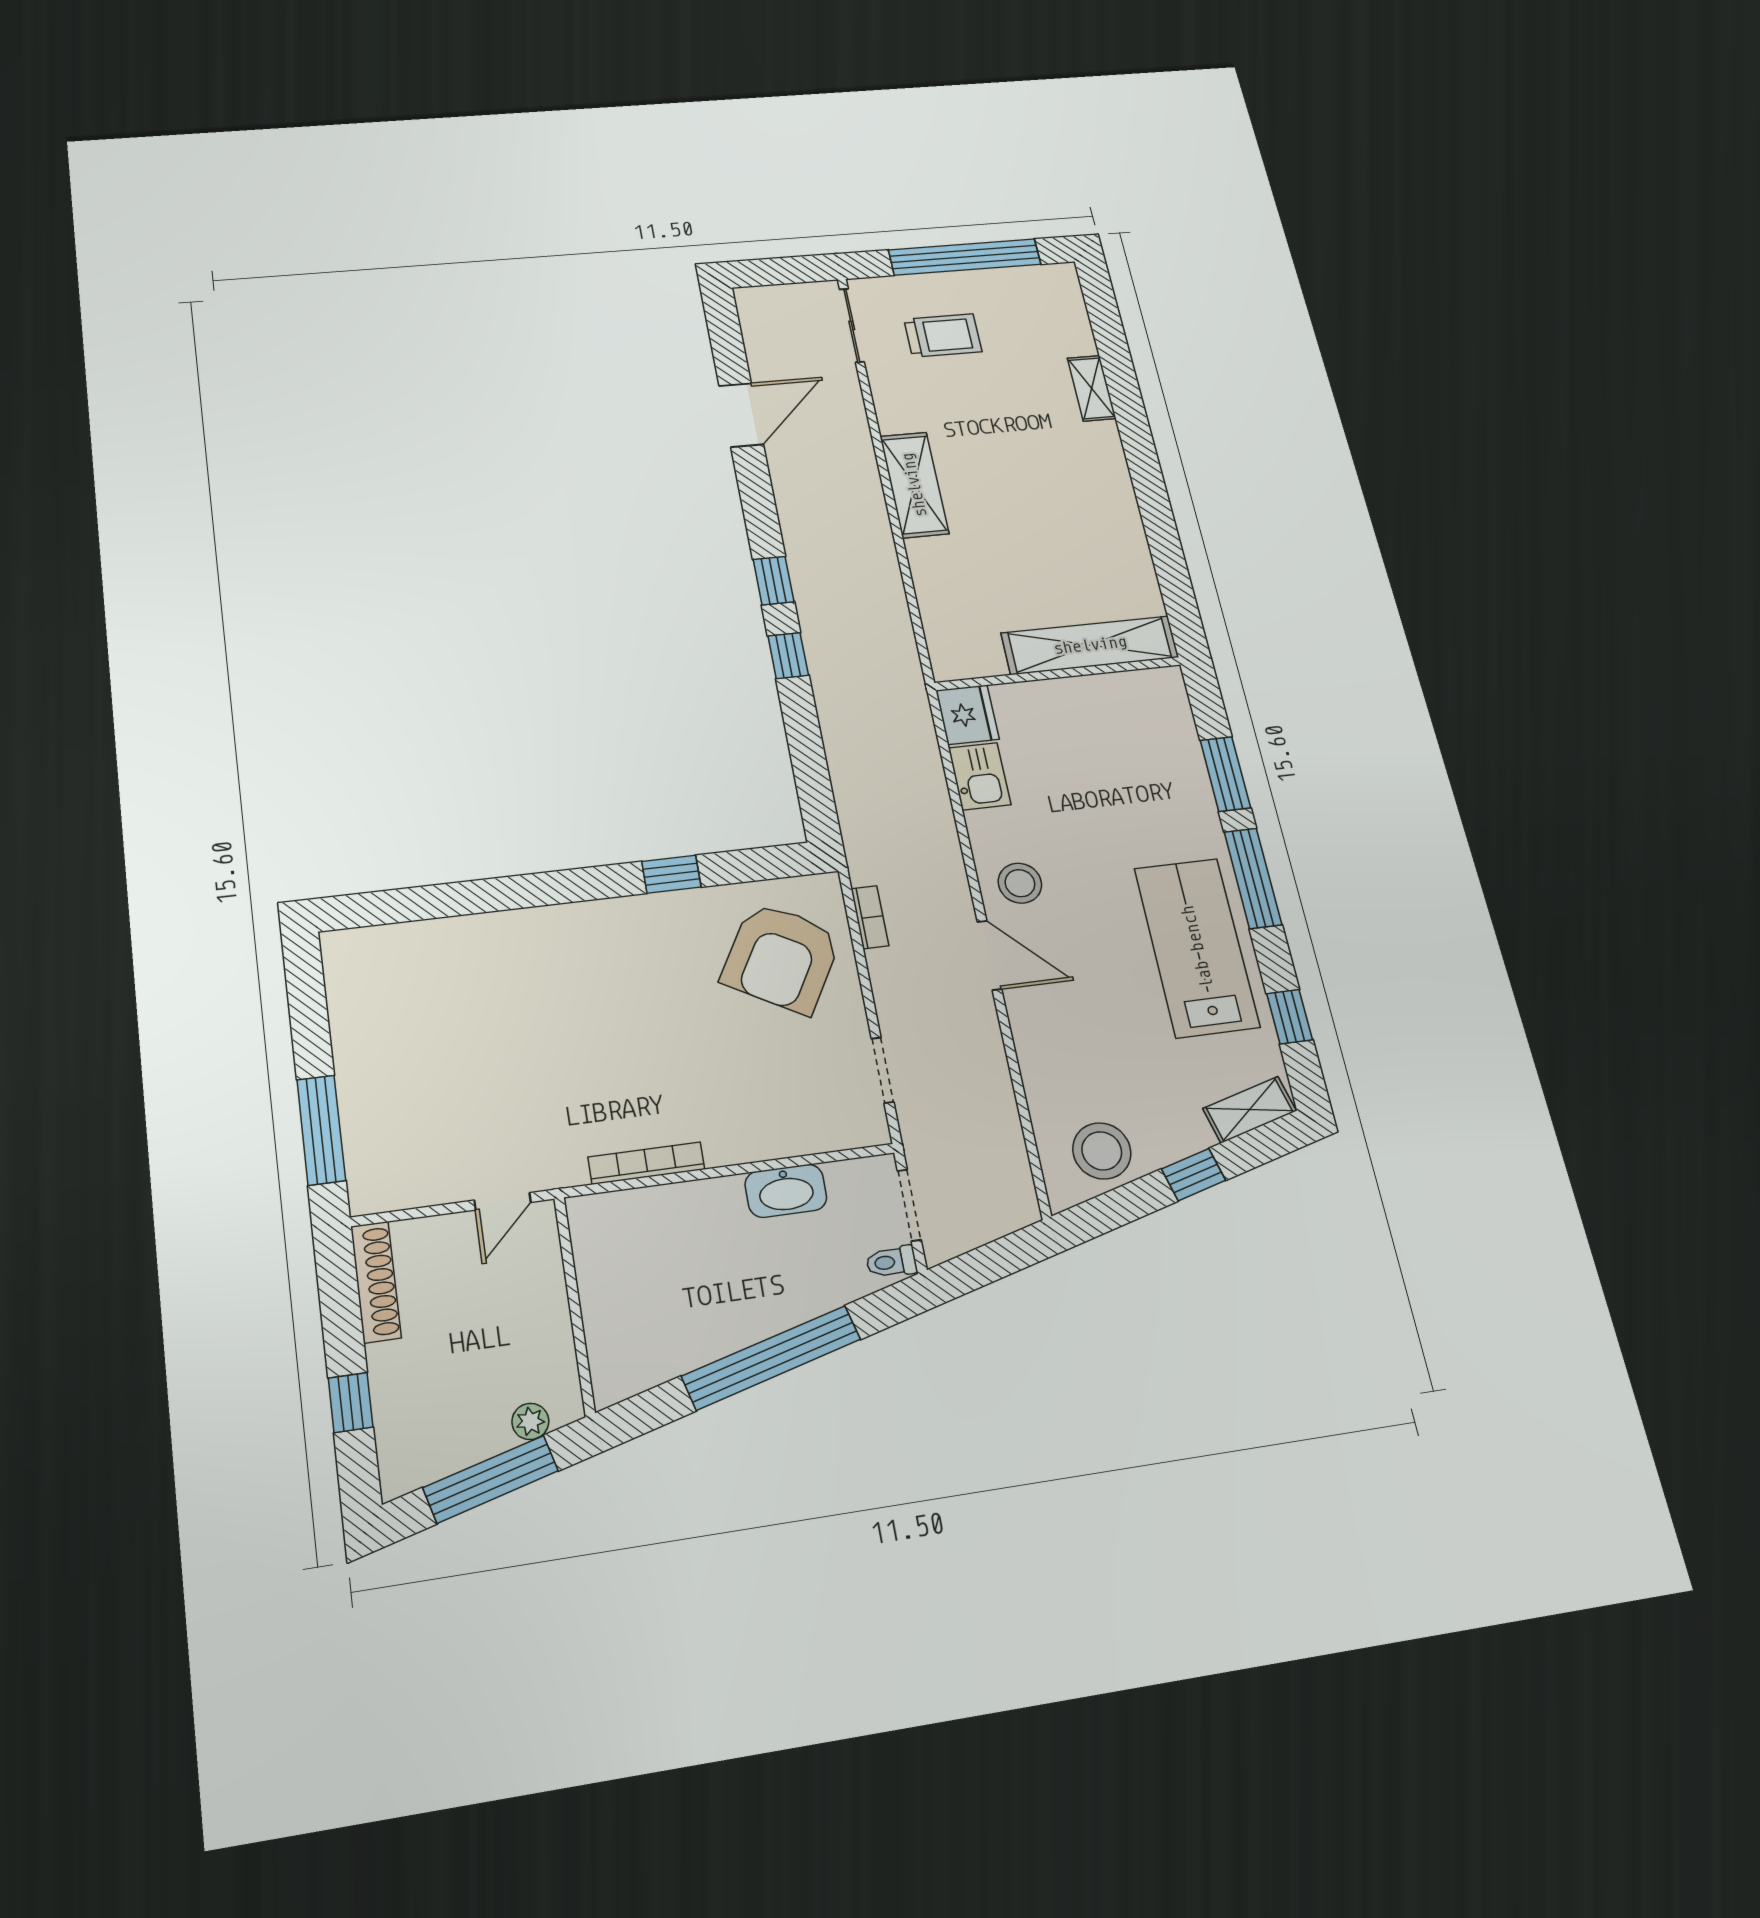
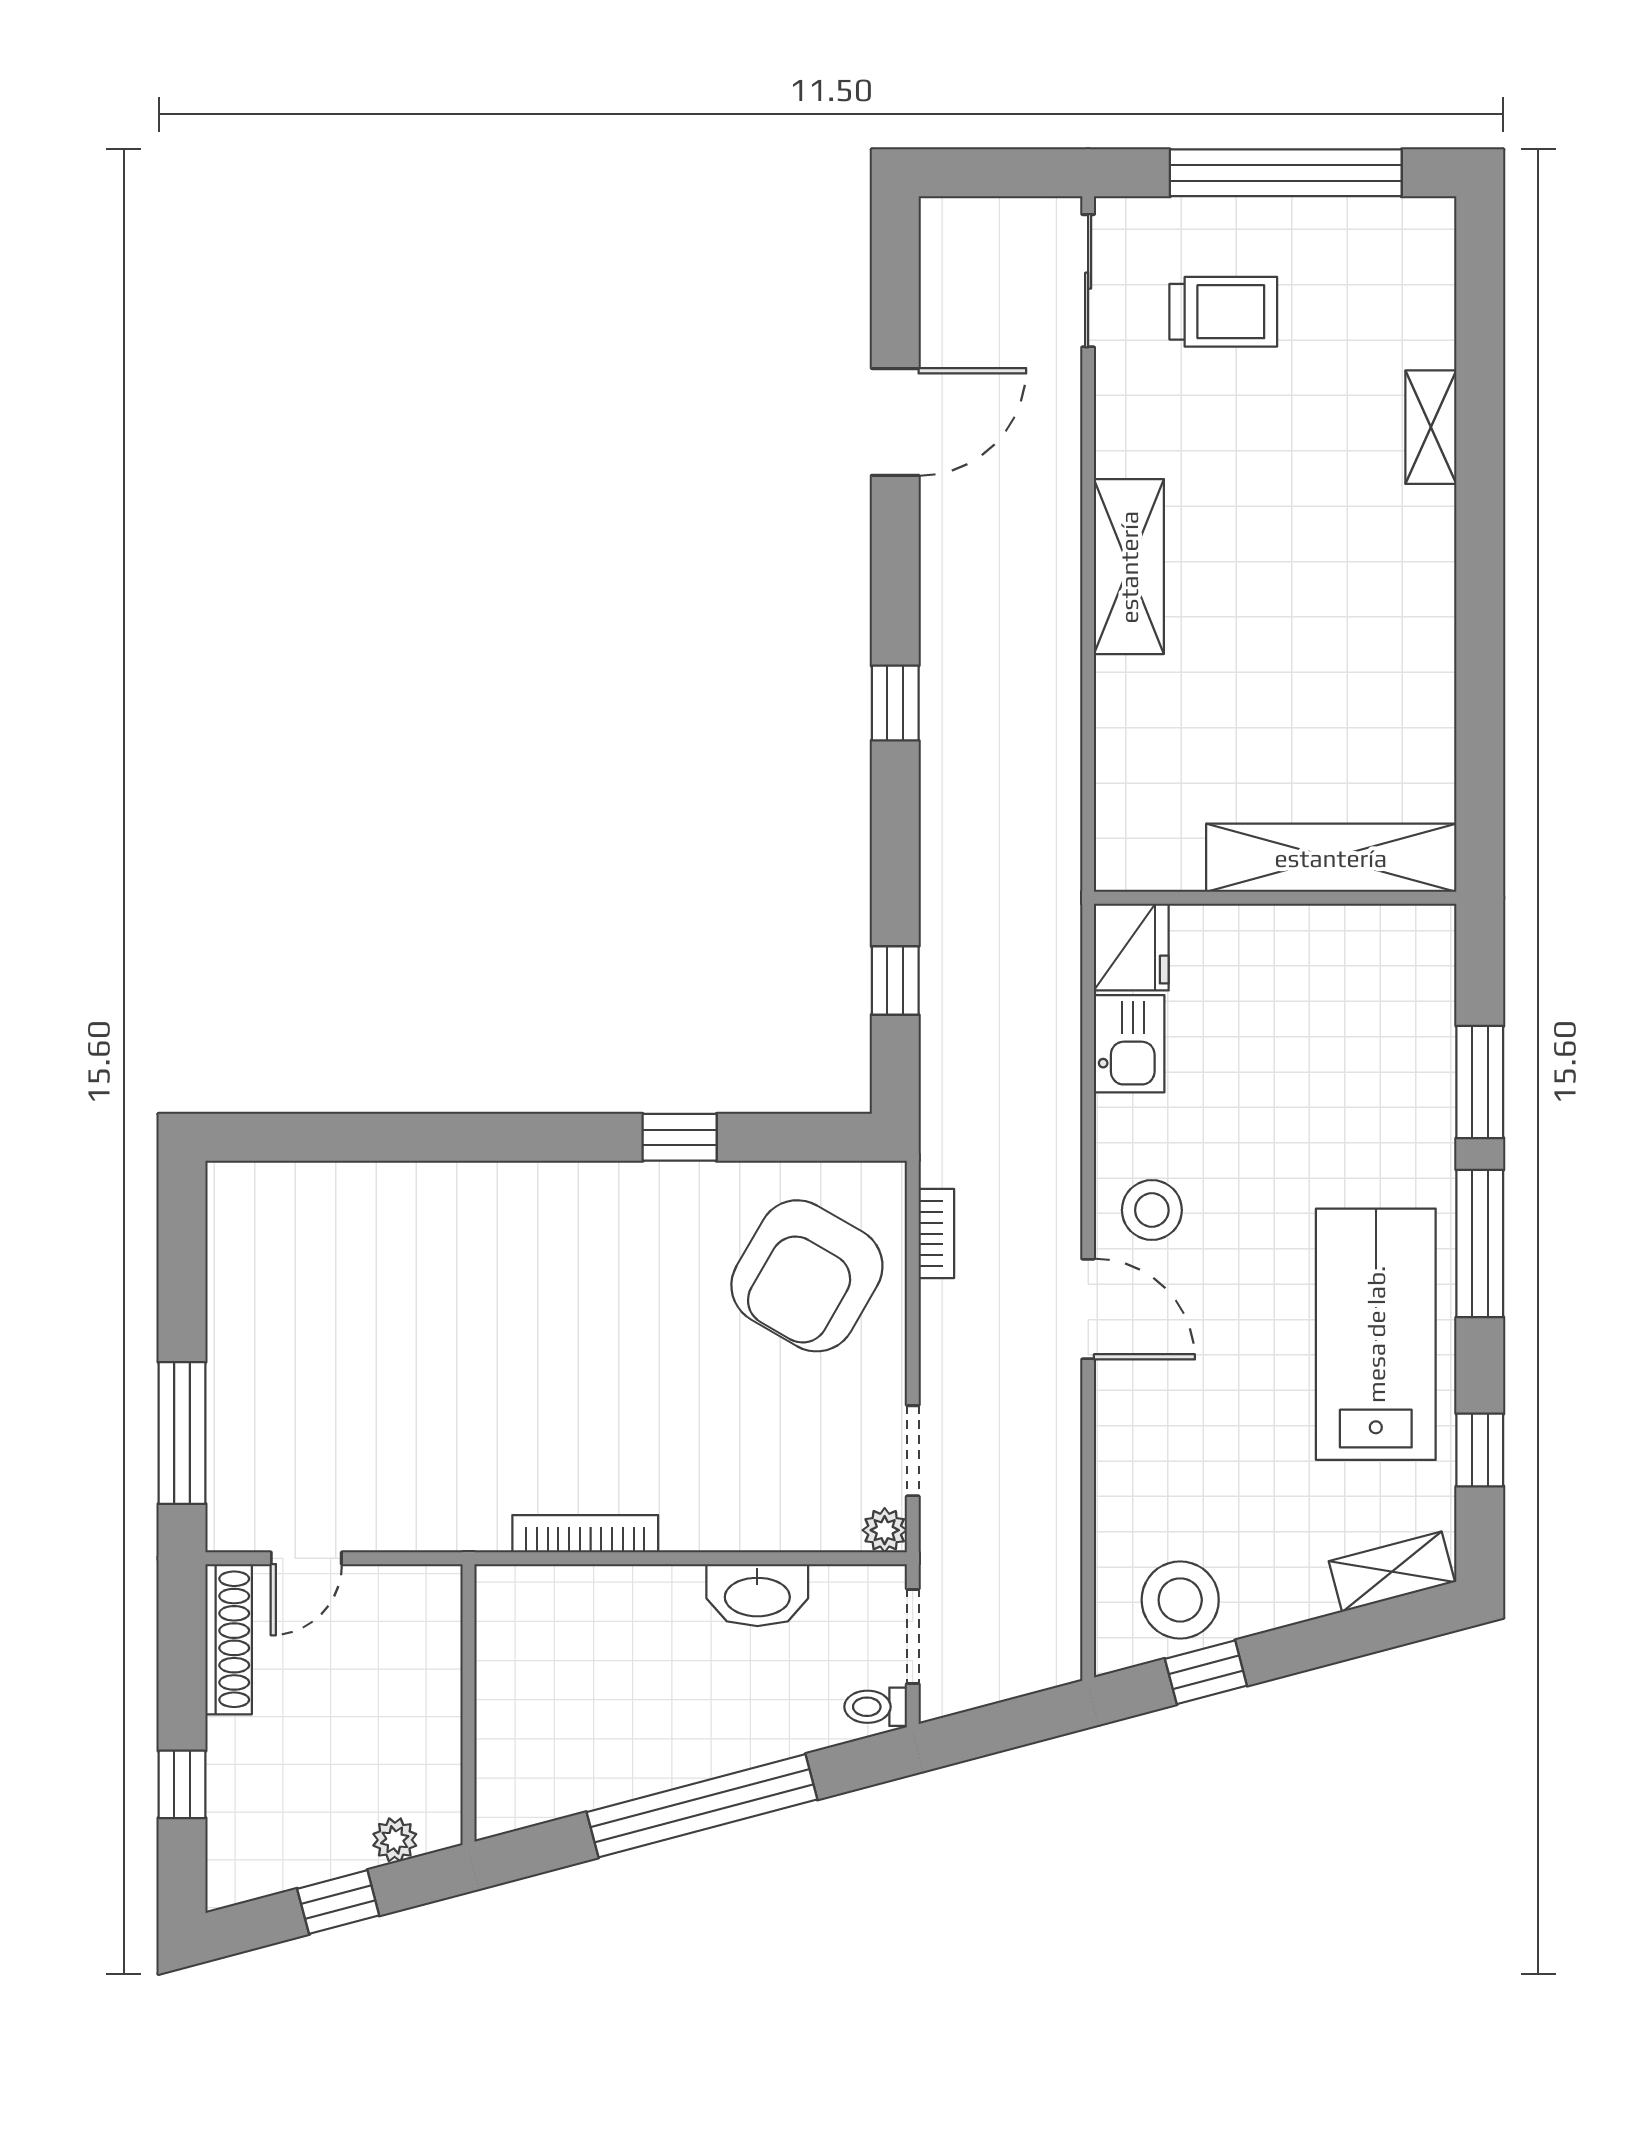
window: (788, 656) -> (895, 980), moved
plant: (873, 1130) -> (885, 1530), added
window: (1194, 1175) -> (1206, 1672), moved
door: (503, 1201) -> (306, 1558), moved
window: (491, 1479) -> (338, 1902), width x0.46

